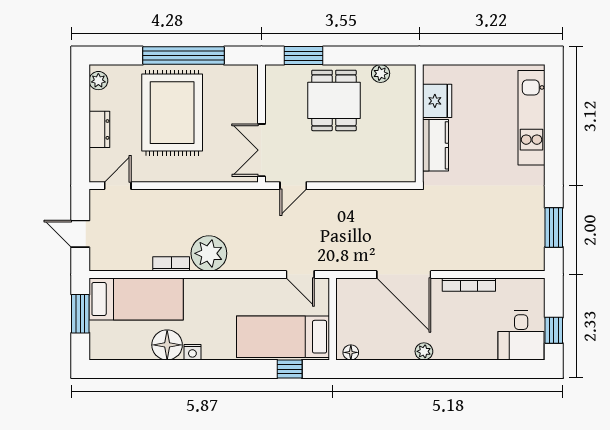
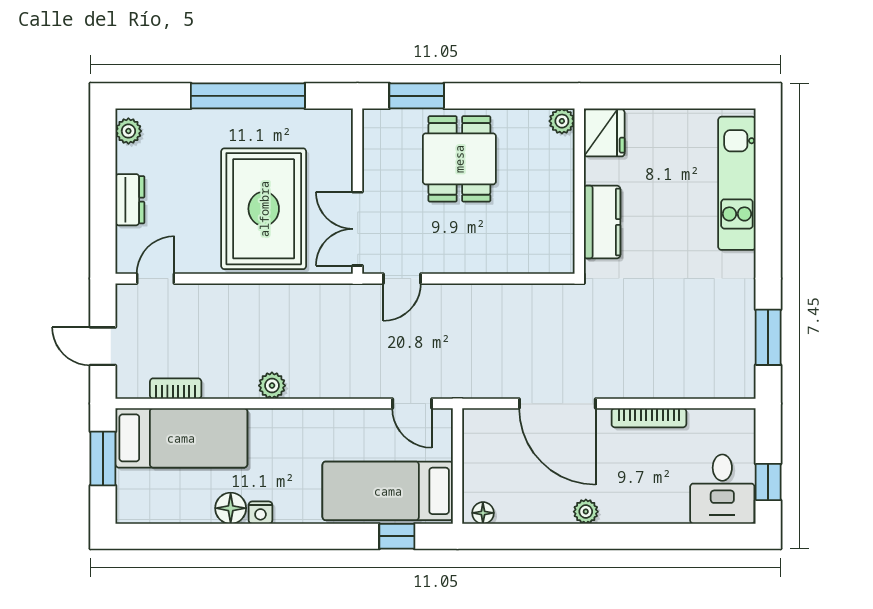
plant: (381, 73) -> (562, 121), moved
fridge: (437, 101) -> (604, 133), moved
rug: (172, 113) -> (264, 209), moved
plant: (209, 253) -> (272, 386), width x0.53, depth x0.53
bookcase: (171, 264) -> (176, 389), moved
floor lamp: (167, 345) -> (231, 508), width x0.73, depth x0.73

